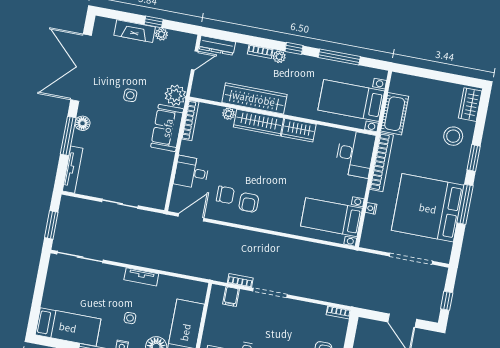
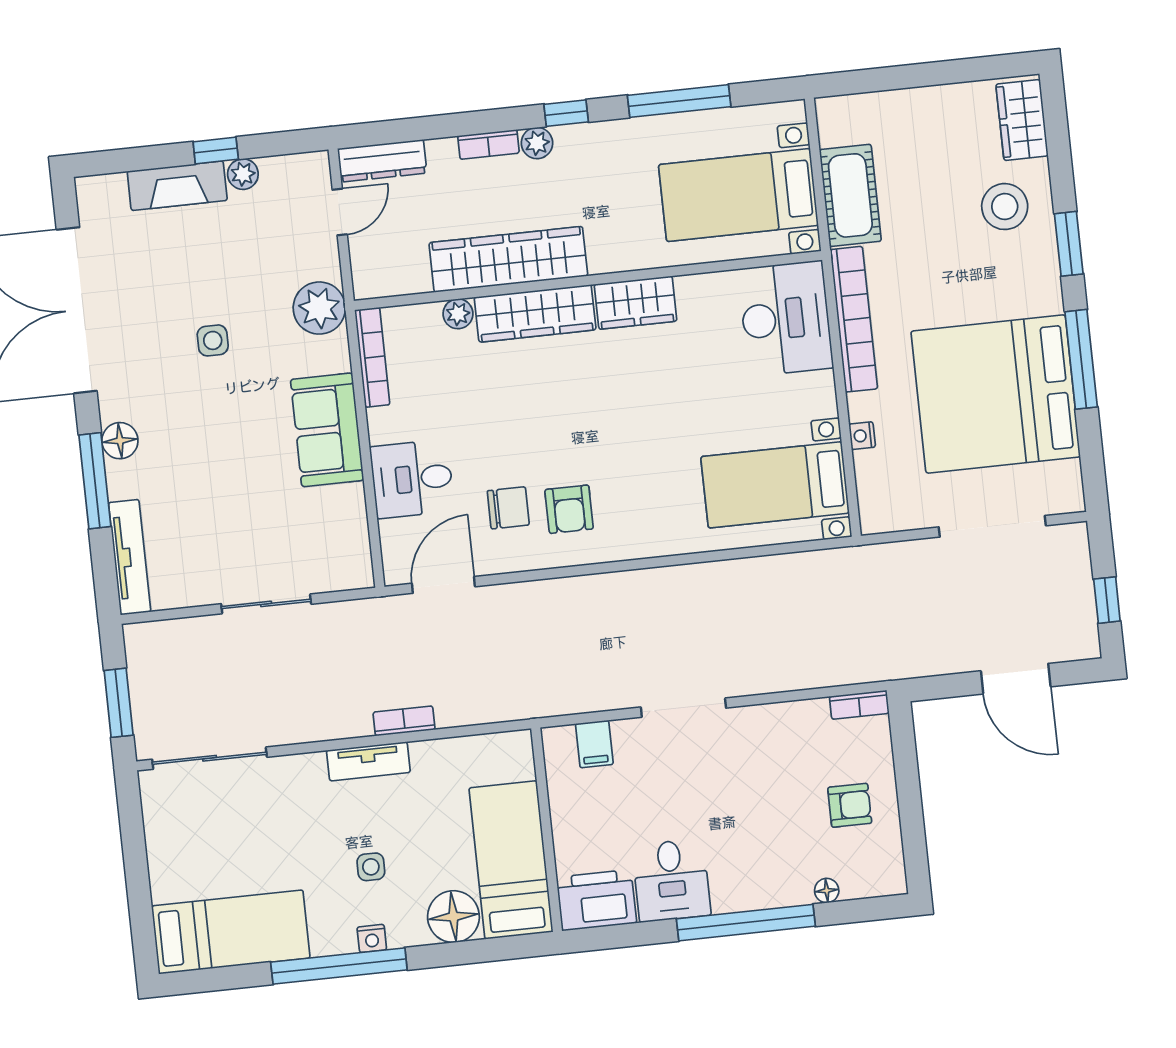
sofa: (167, 128) -> (327, 430), moved
bookcase: (240, 280) -> (404, 721), moved

